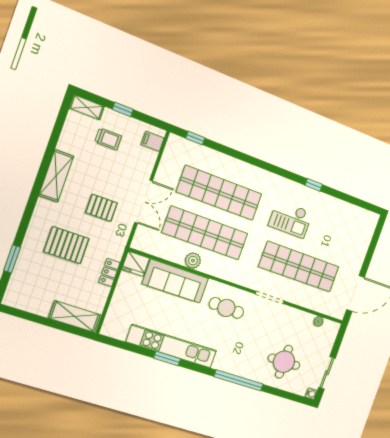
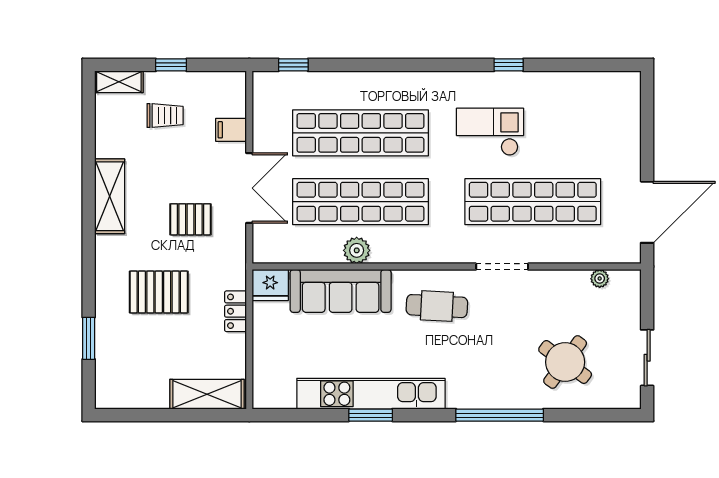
filing cabinet: (153, 141) -> (231, 130), moved
checkout: (291, 219) -> (490, 132), turned 180
round table: (284, 362) -> (565, 362), turned 36
water cooler: (311, 394) -> (633, 400), removed

